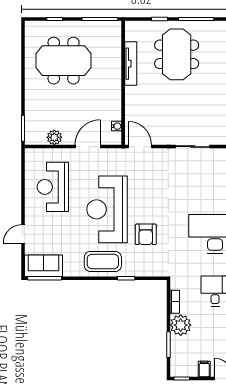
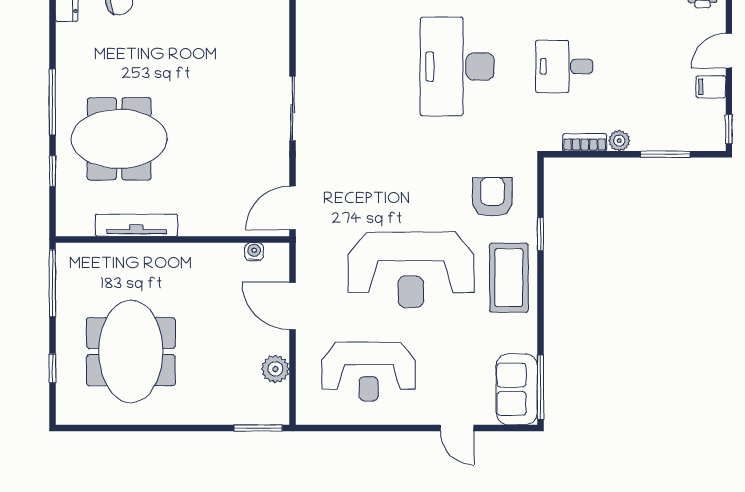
armchair: (146, 234) -> (492, 197), moved, turned -90
plant: (181, 325) -> (619, 141), width x0.53, depth x0.53

